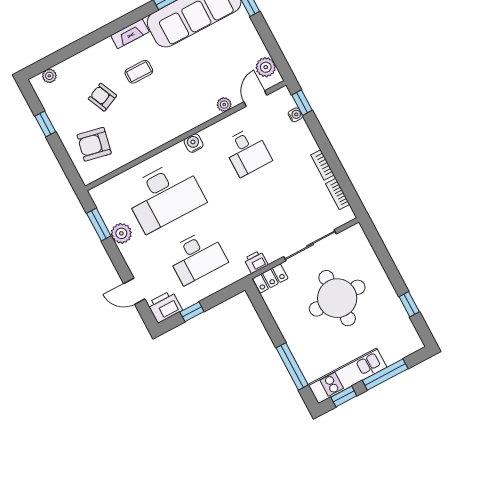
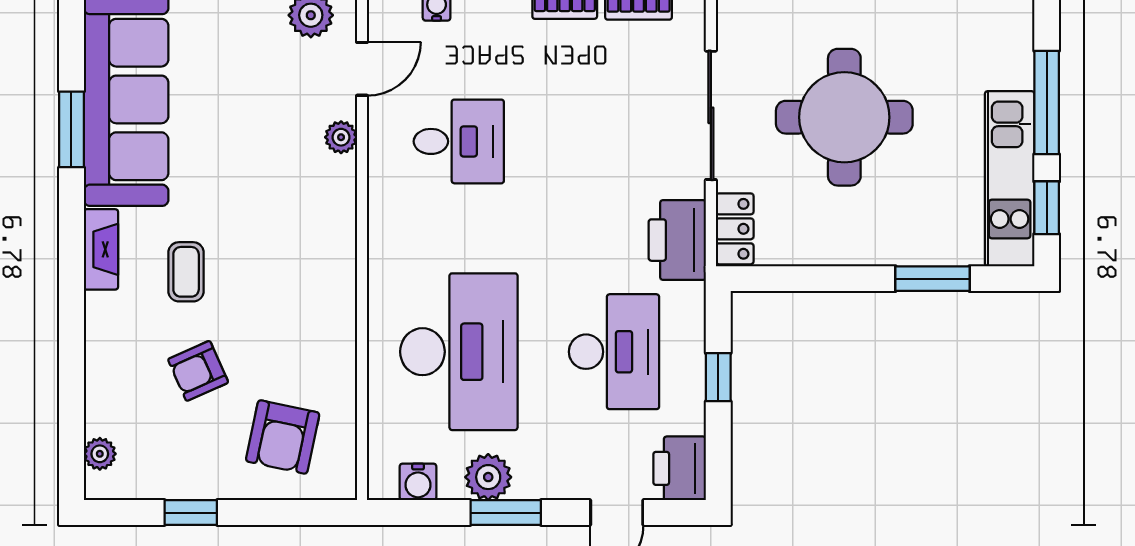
door: (255, 98) -> (362, 69), swing flipped
water cooler: (194, 143) -> (418, 482), moved, turned -90
window: (99, 225) -> (506, 513), moved
printer: (256, 262) -> (677, 240), width x1.87, depth x1.48
window: (192, 312) -> (718, 377), moved
window: (292, 366) -> (933, 279), width x0.69

